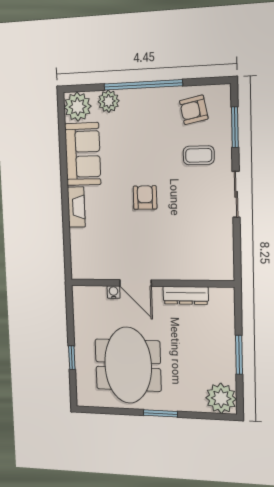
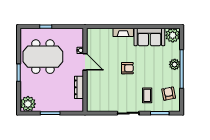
plant: (109, 101) -> (175, 64), moved
door: (136, 283) -> (85, 62), swing flipped

